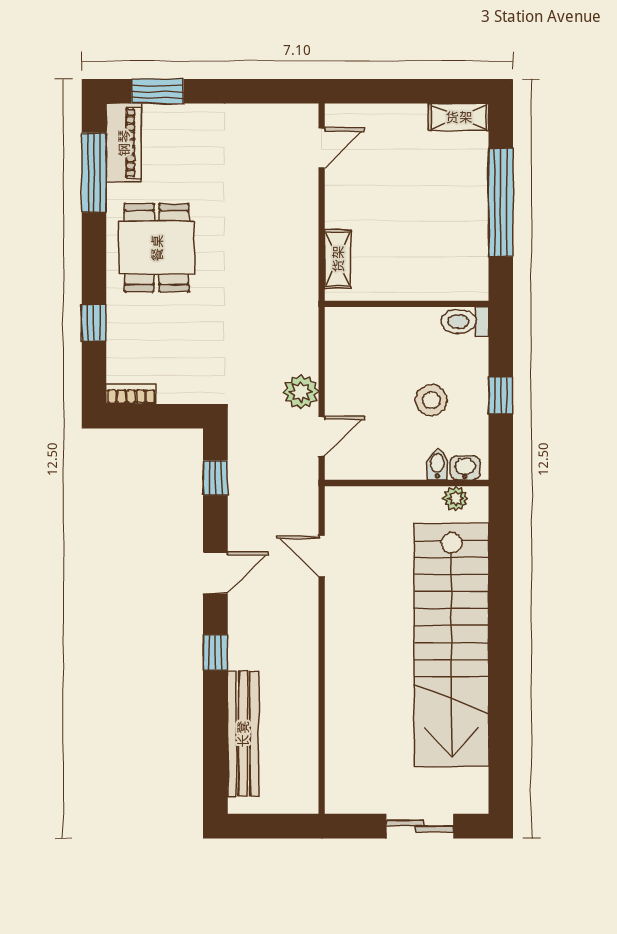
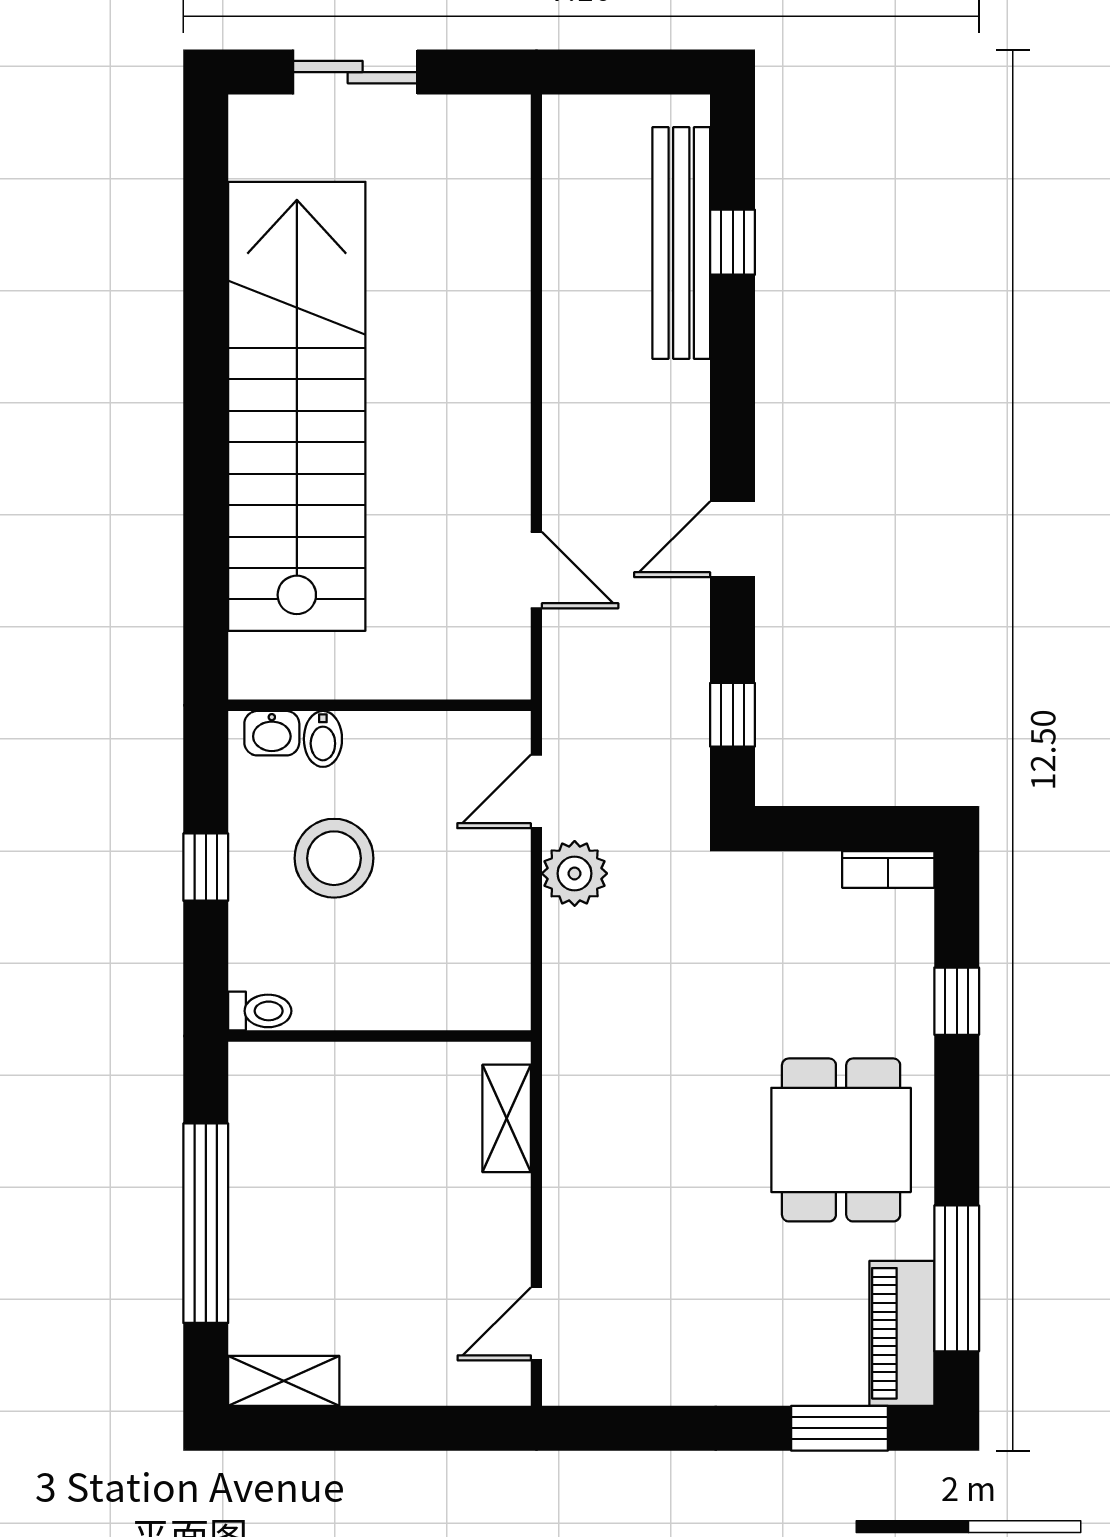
toilet: (465, 321) -> (260, 1011), width x0.73, depth x0.72
stool: (431, 400) -> (334, 858), width x1.38, depth x1.38
plant: (456, 498) -> (289, 677), removed
window: (215, 653) -> (733, 242), moved

